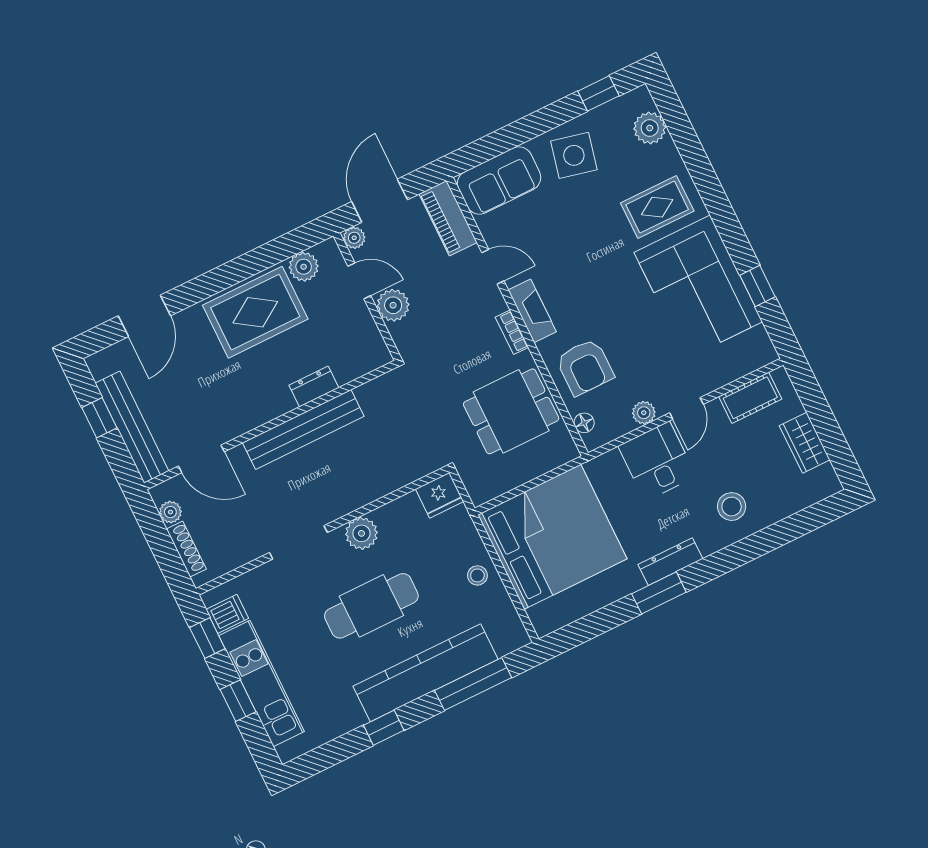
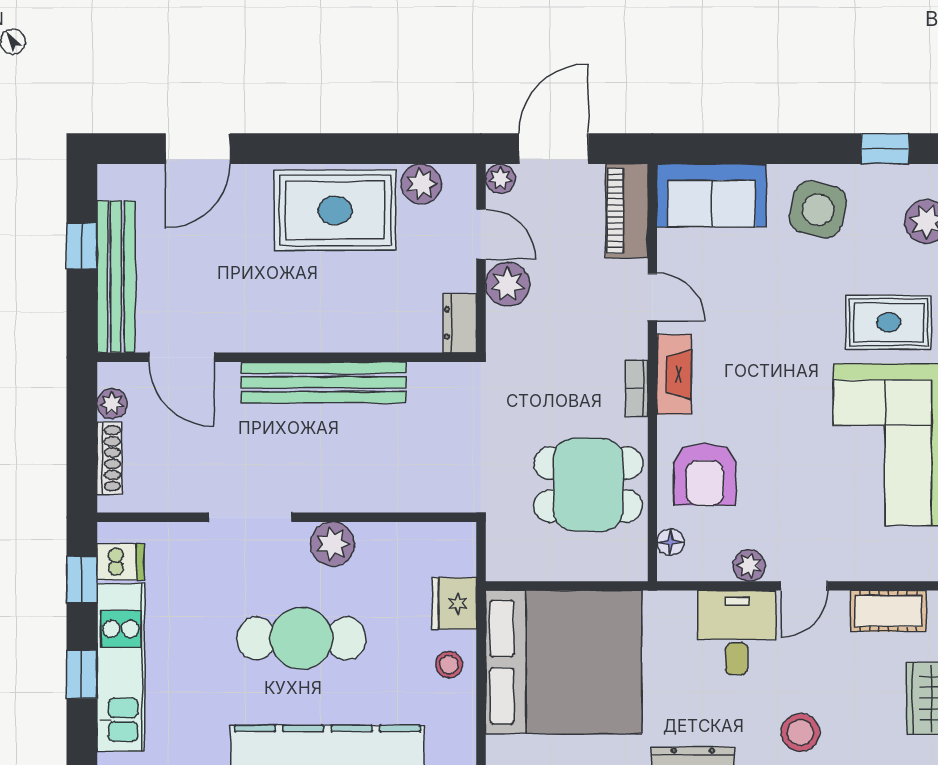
dresser: (314, 386) -> (460, 323), moved, turned -90
fridge: (440, 495) -> (454, 604), moved, turned 90

